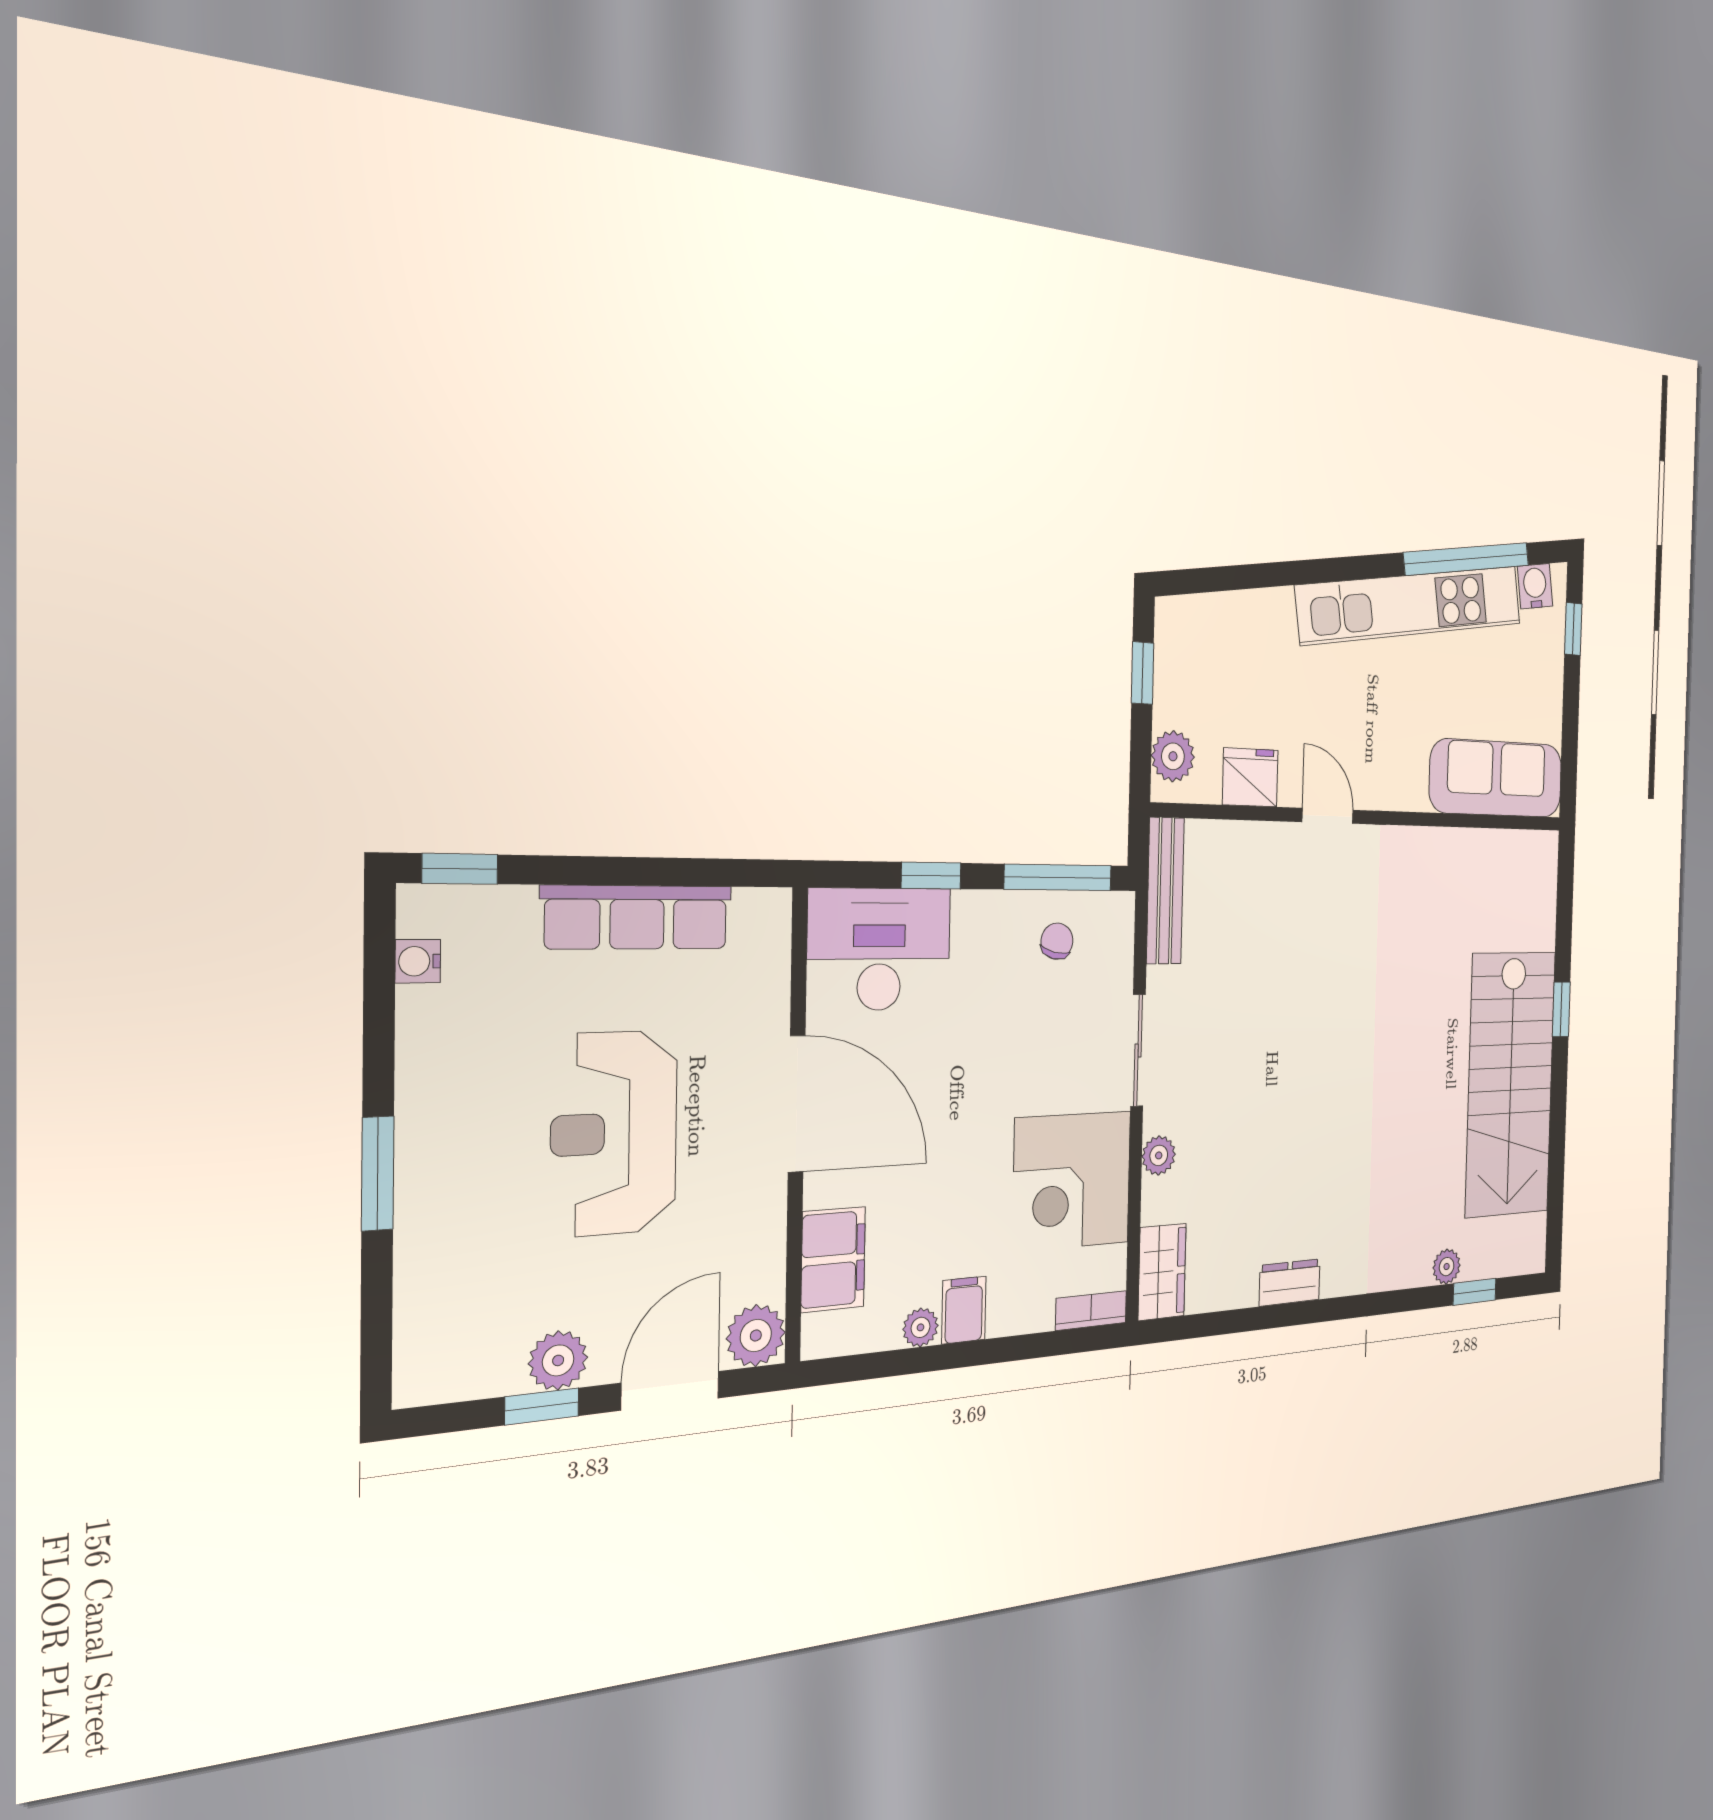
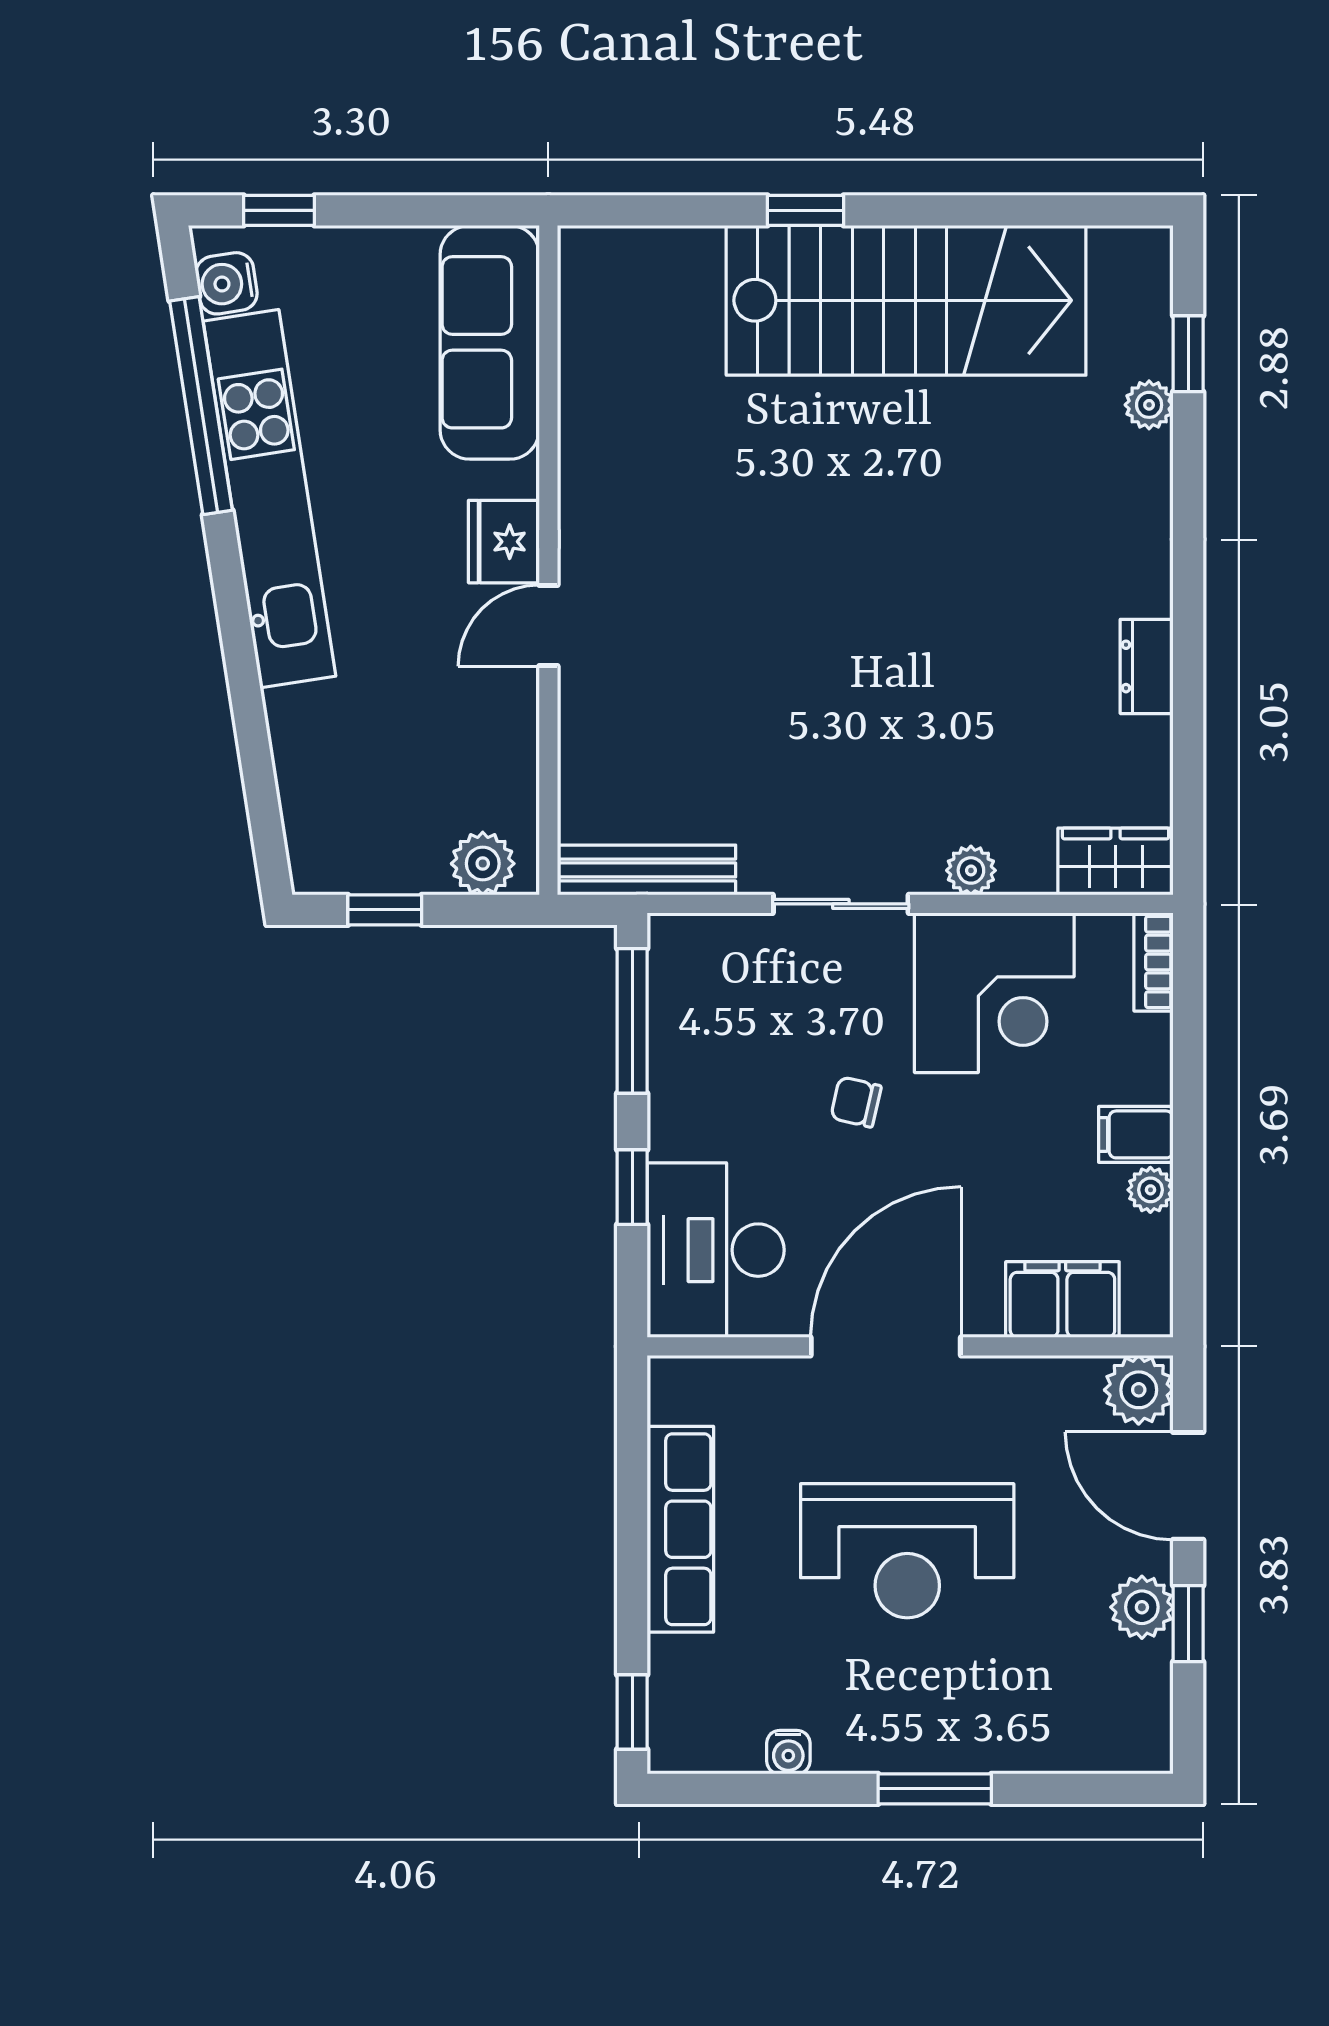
fridge: (1250, 777) -> (504, 542), moved
chair: (1057, 941) -> (856, 1102), moved
water cooler: (418, 961) -> (788, 1752), moved

